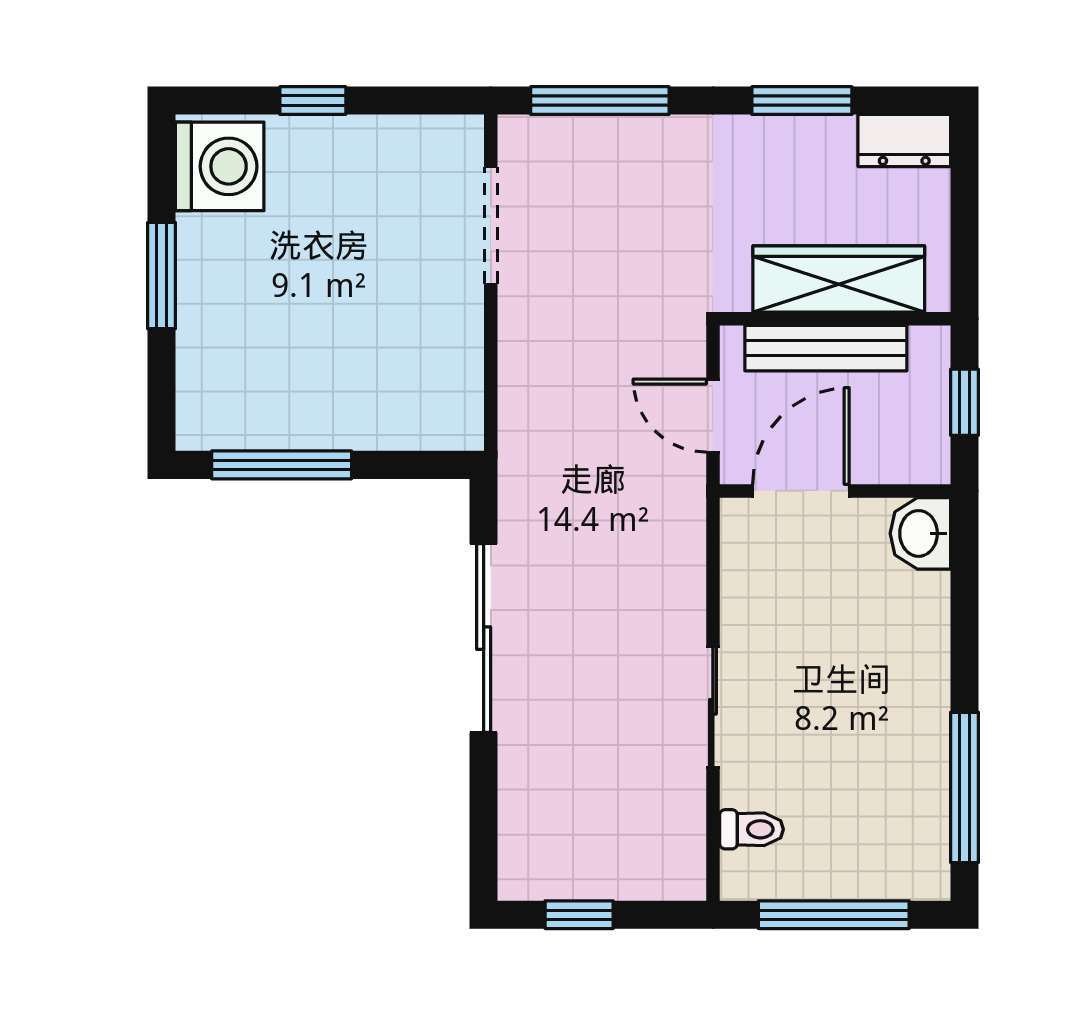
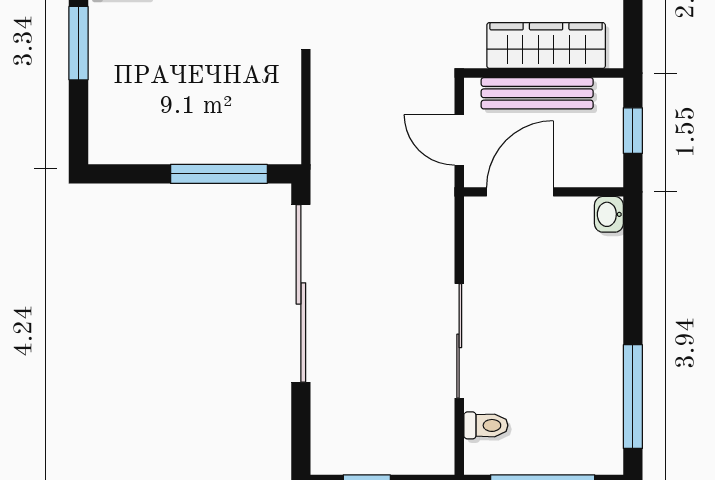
window: (282, 465) -> (219, 174), moved
washbasin: (920, 533) -> (609, 214), width x0.72, depth x0.69
sliding door: (484, 638) -> (301, 293), width x1.36
sliding door: (713, 707) -> (459, 341), width x1.37

